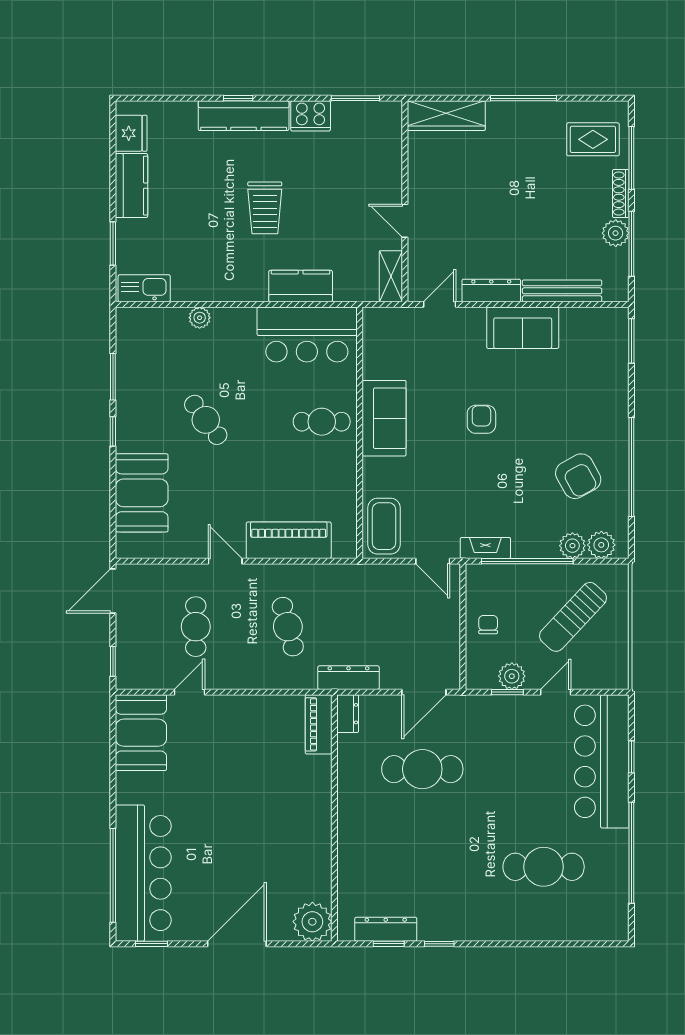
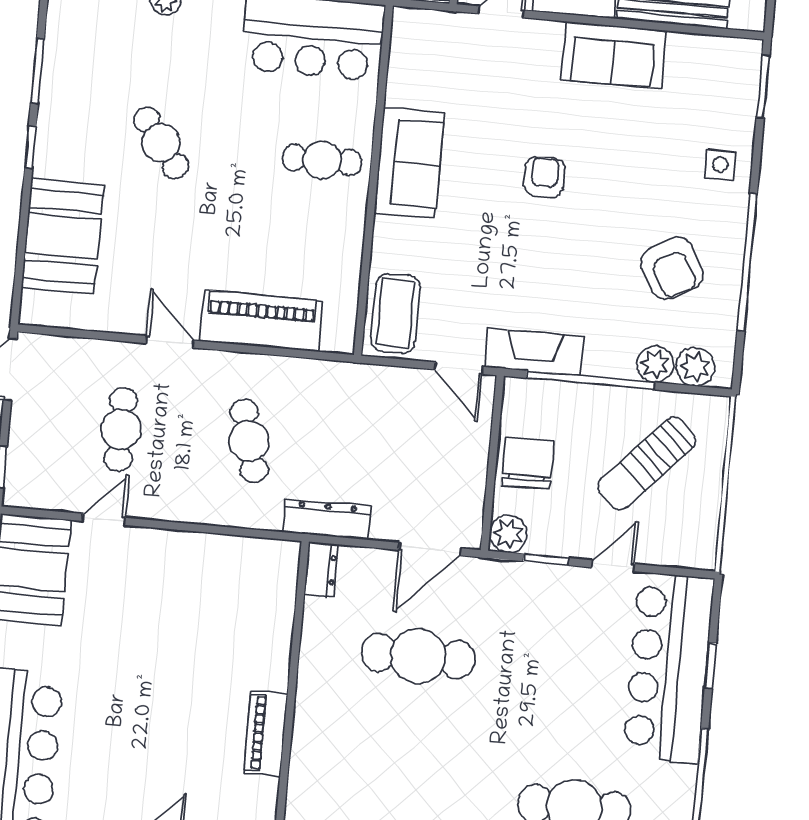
side table: (606, 399) -> (720, 165), added
fireplace: (485, 548) -> (534, 352), width x1.37, depth x1.32
chair: (488, 625) -> (528, 463), width x1.87, depth x1.87
plant: (512, 676) -> (508, 534), moved
piano: (319, 724) -> (266, 733), moved

